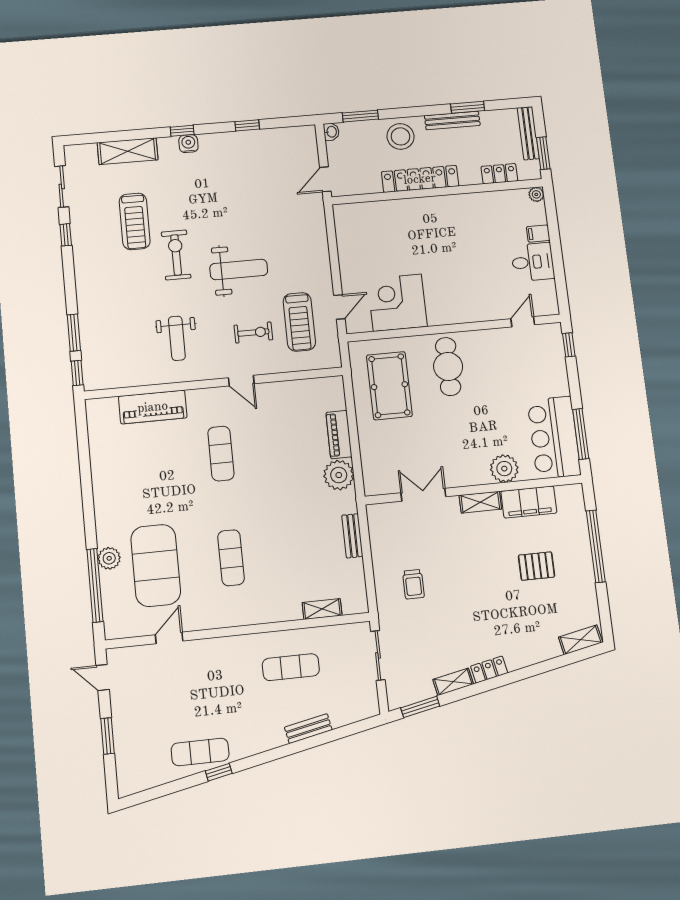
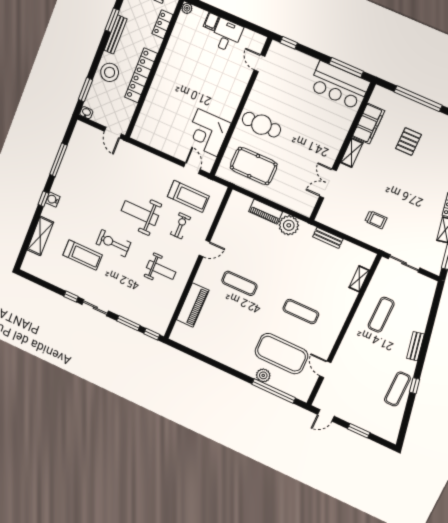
window: (247, 125) -> (58, 160), width x2.17
sliding door: (62, 186) -> (95, 308), moved
weight bench: (239, 270) -> (140, 213), turned -90
plant: (504, 469) -> (340, 127), removed
bench: (308, 729) -> (415, 346), moved

